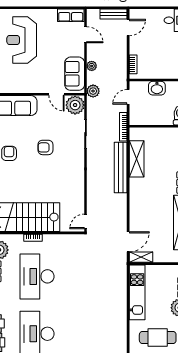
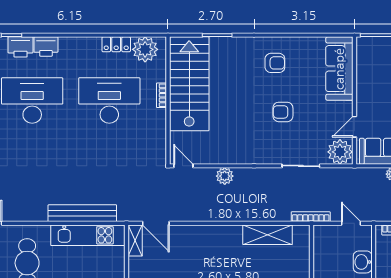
plant: (93, 91) -> (225, 176), moved
armchair: (45, 147) -> (283, 112), turned -90
bench: (121, 168) -> (82, 213), moved

